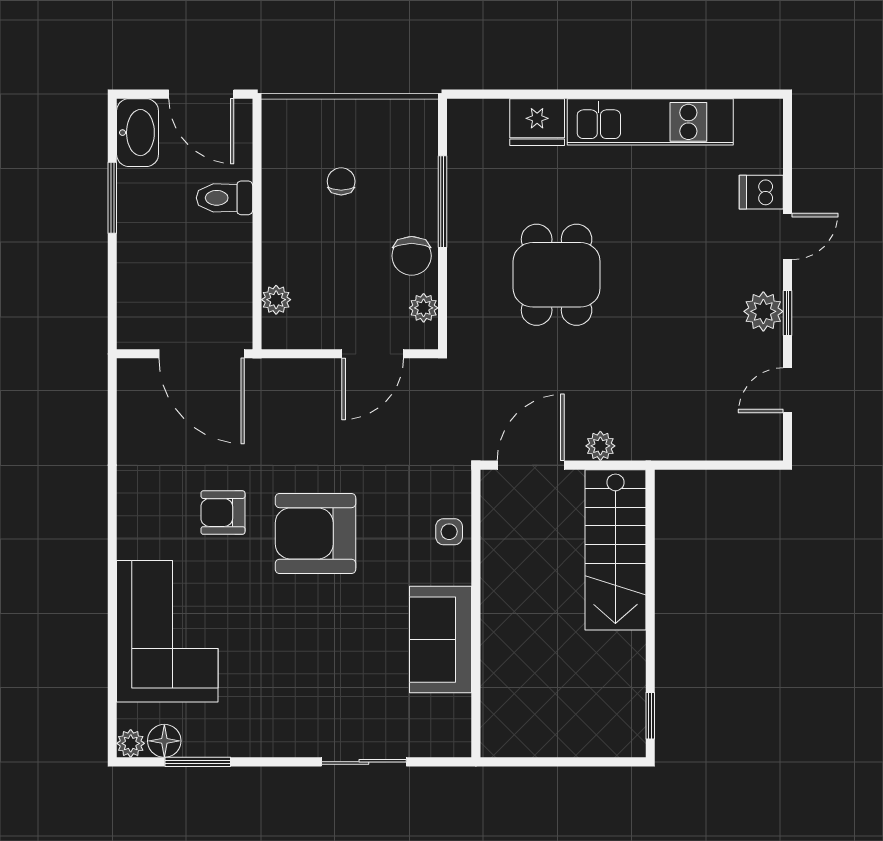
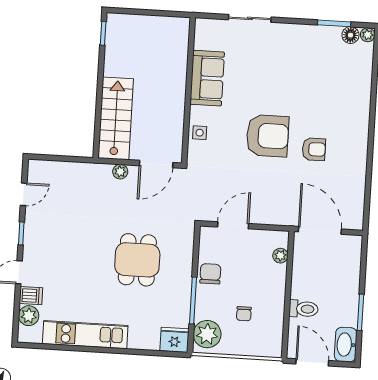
fridge: (537, 122) -> (175, 340), moved
plant: (424, 308) -> (207, 334), moved, width x1.87, depth x1.87
plant: (763, 311) -> (29, 316), moved
corner sofa: (167, 631) -> (346, 91), removed

